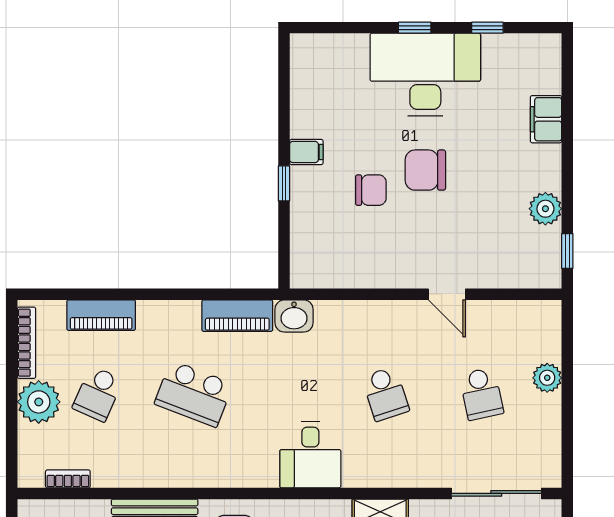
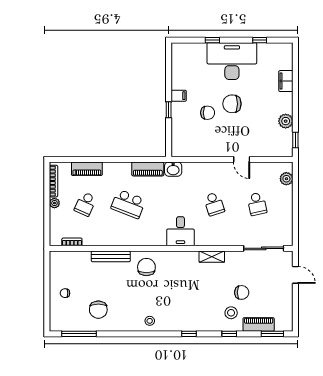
window: (415, 28) -> (212, 40), moved
plant: (547, 378) -> (286, 179), moved
plant: (39, 402) -> (54, 203), width x0.53, depth x0.53

